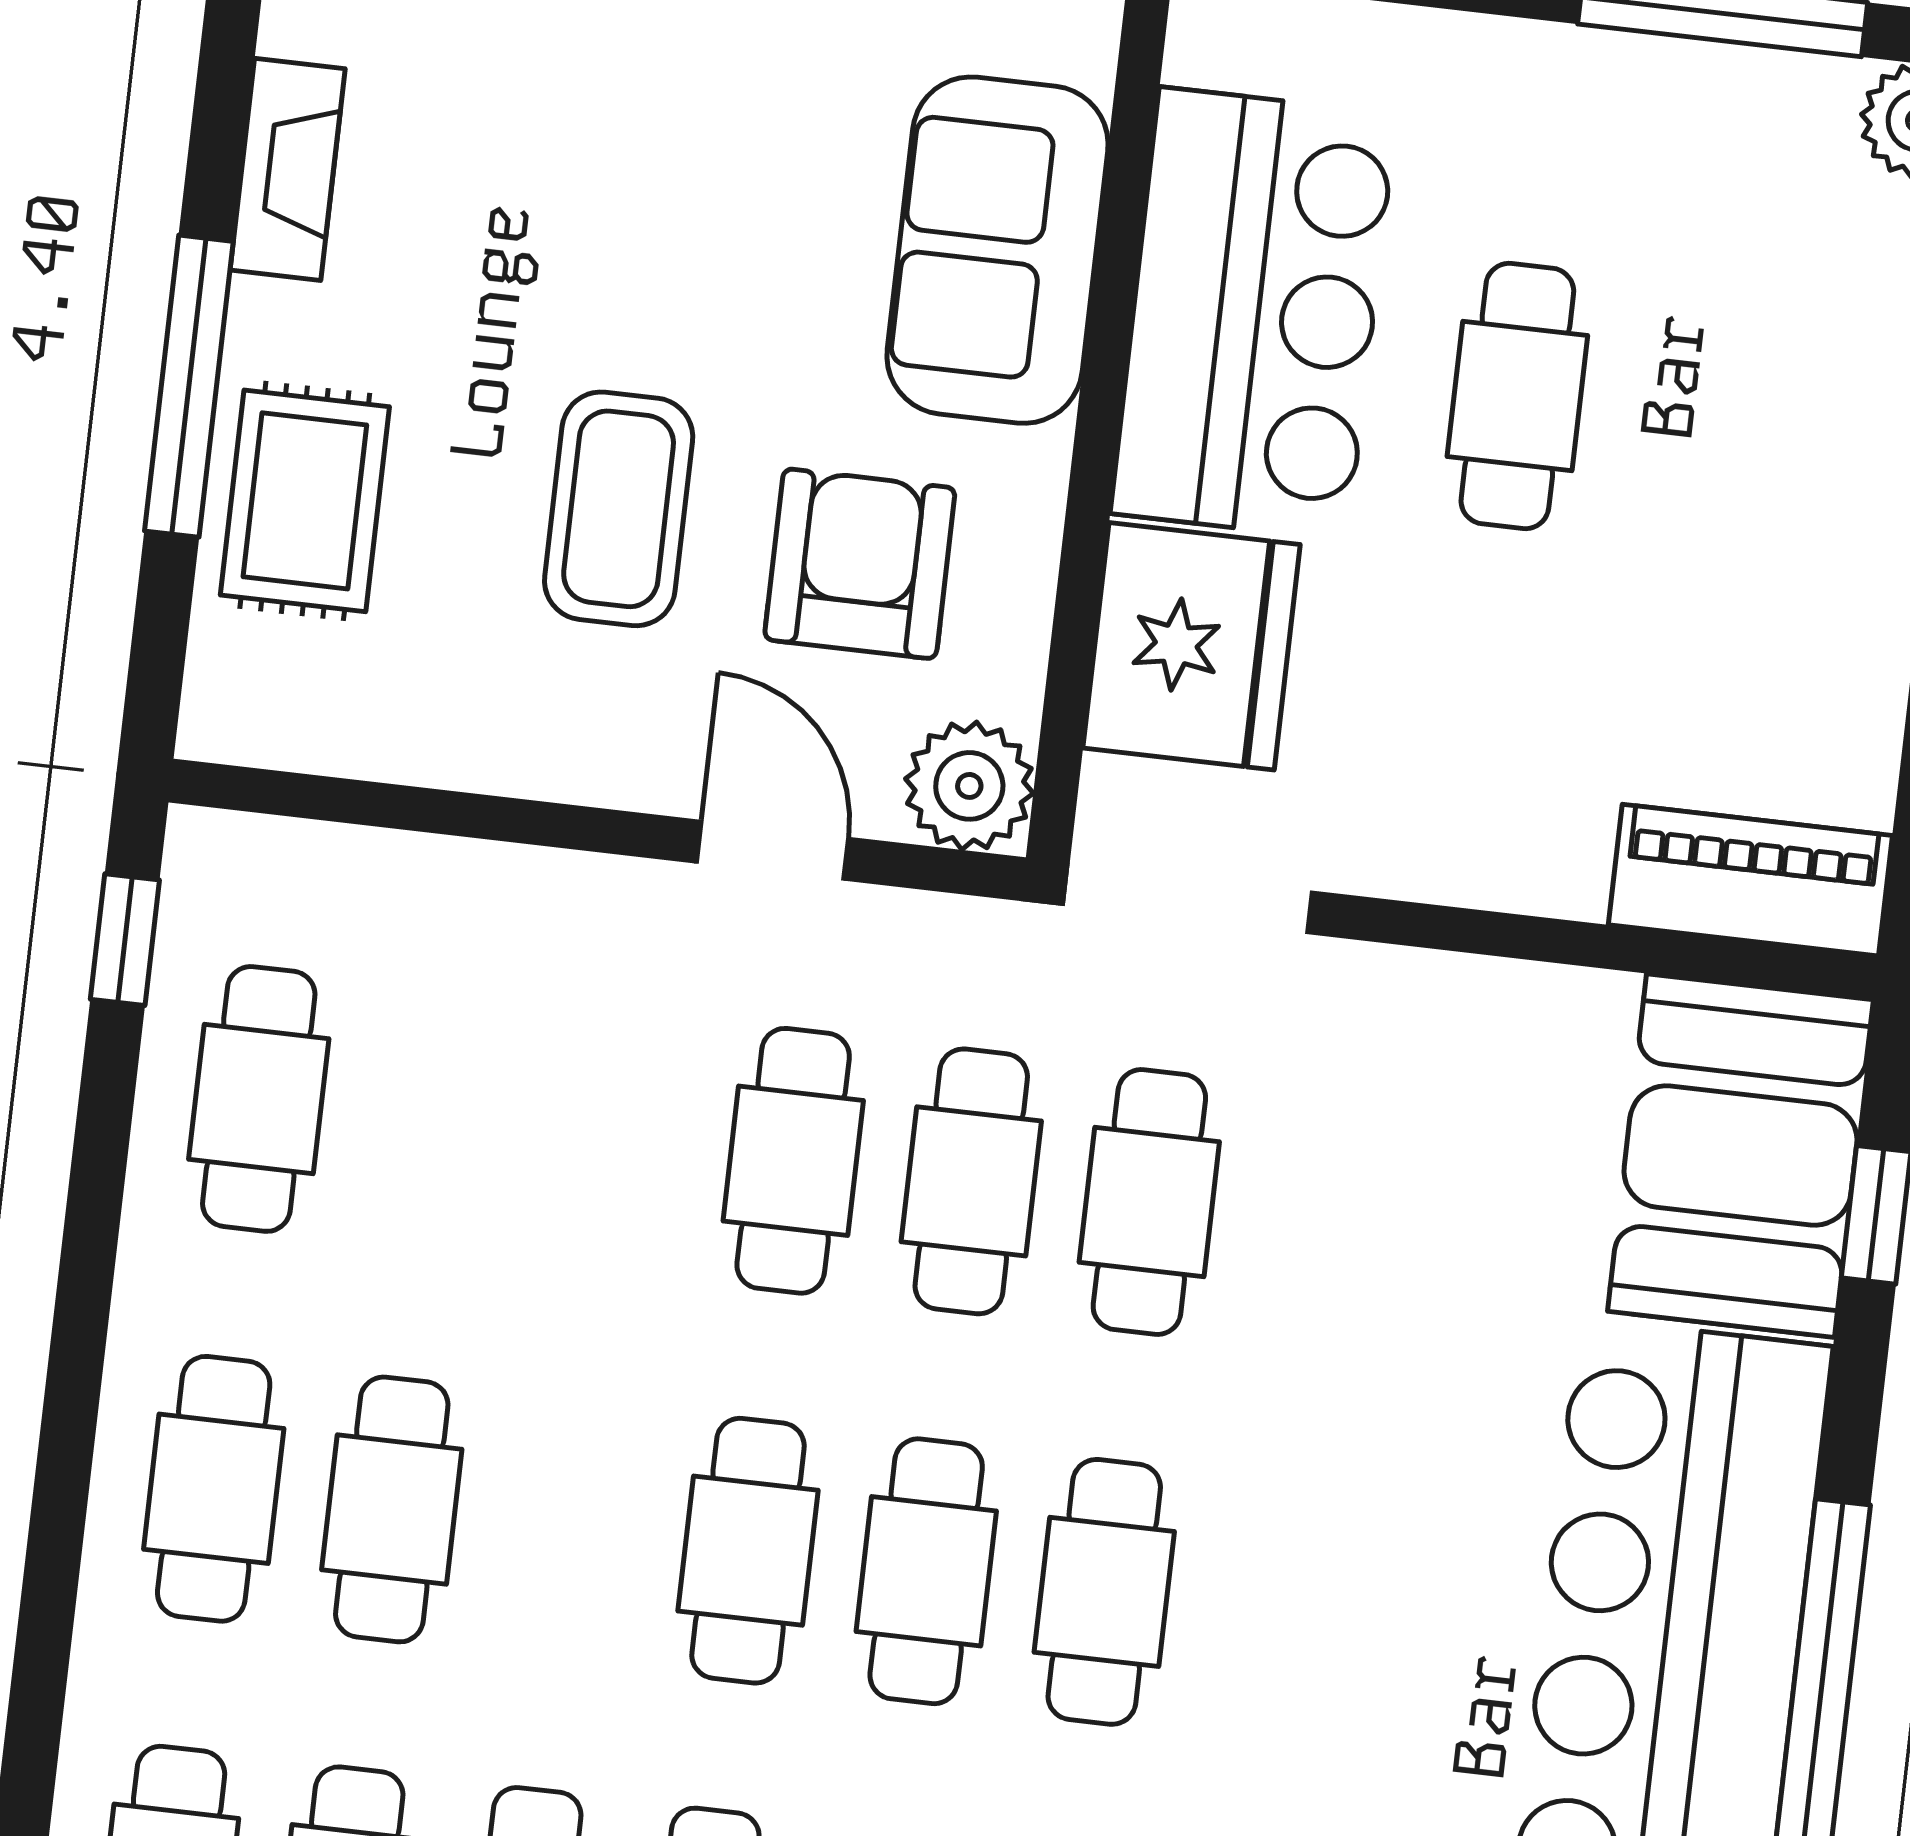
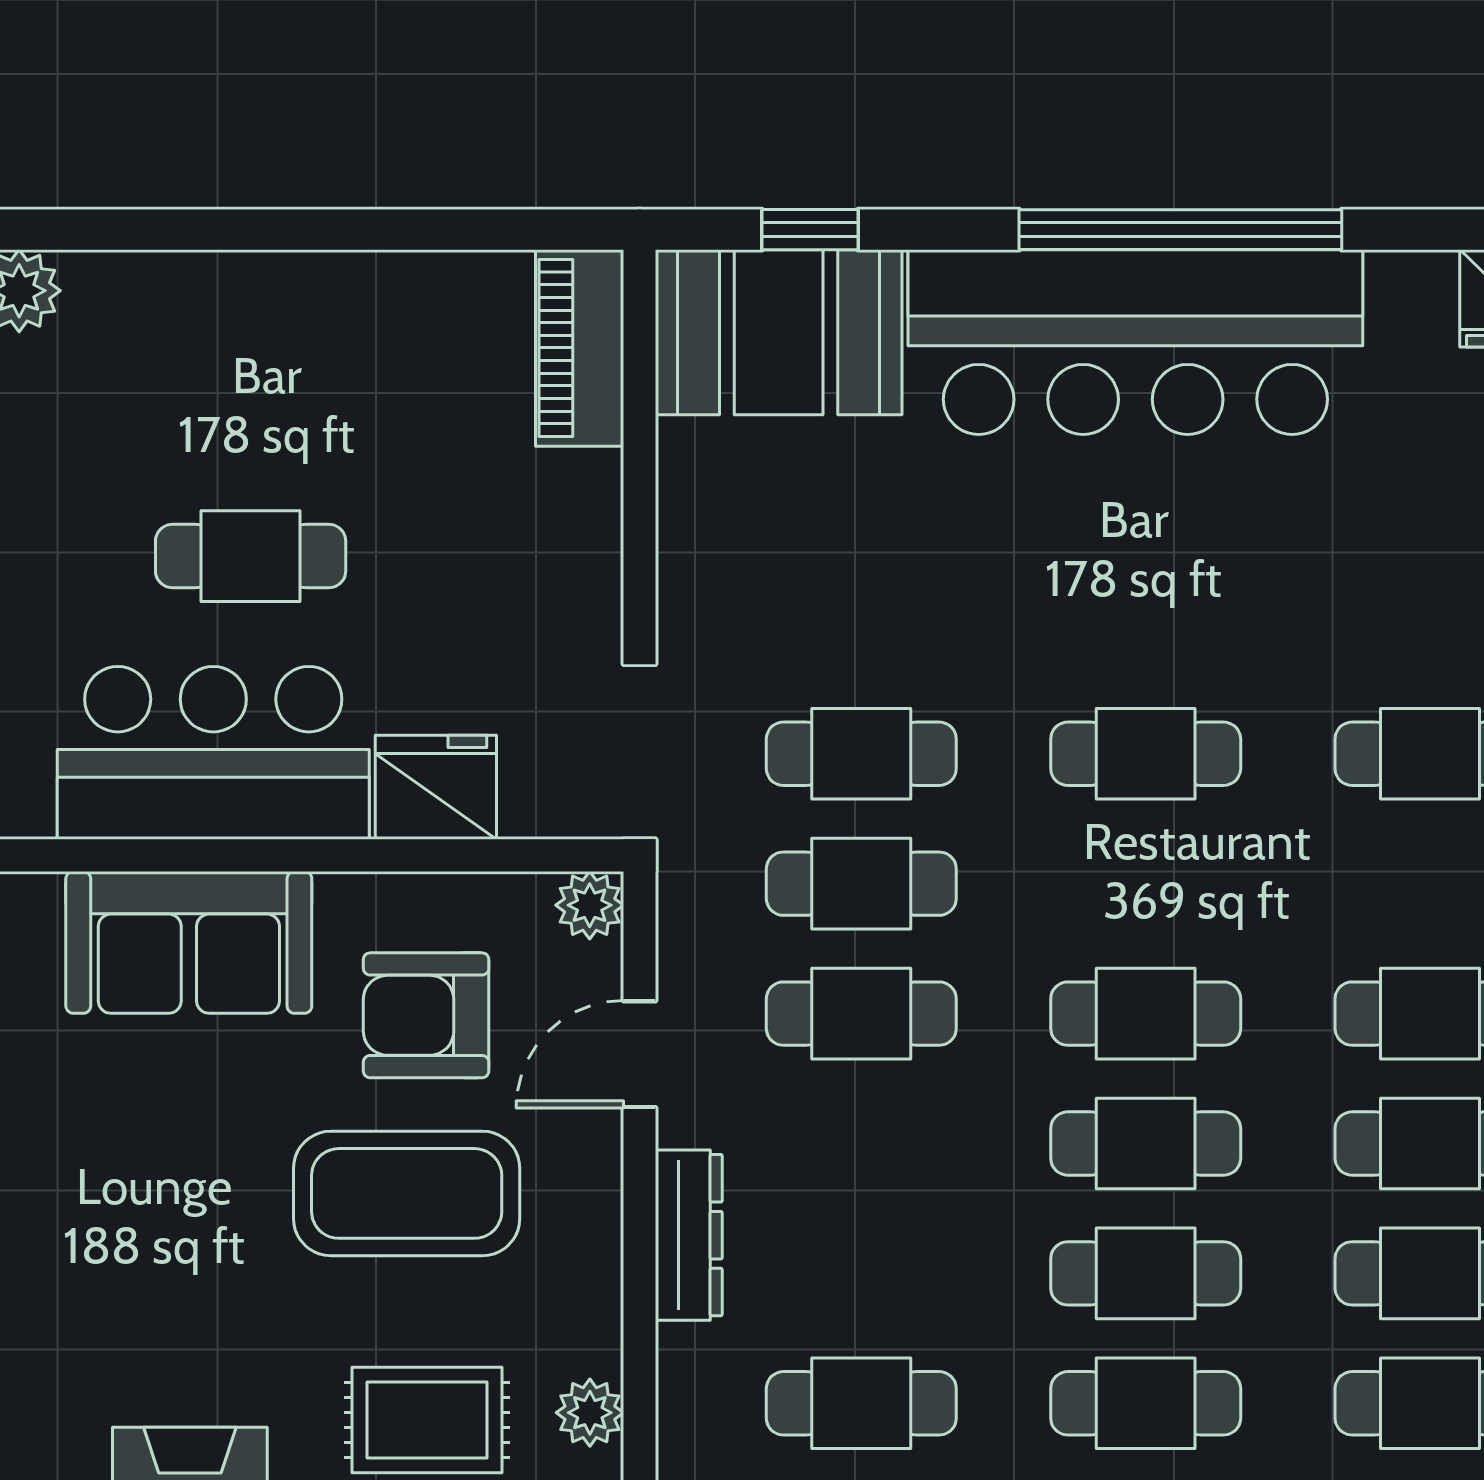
coffee table: (619, 509) -> (407, 1193), width x1.36, depth x1.32
fridge: (1192, 646) -> (436, 787), width x0.73, depth x0.75
plant: (289, 725) -> (590, 1413), added
plant: (969, 786) -> (590, 905), width x0.73, depth x0.73
dresser: (517, 889) -> (689, 1235), added
cafe table: (926, 1571) -> (1146, 1143), moved

